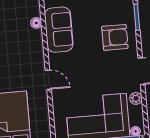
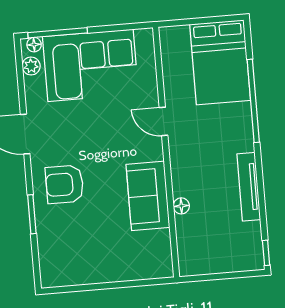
plant: (136, 98) -> (31, 66), moved

